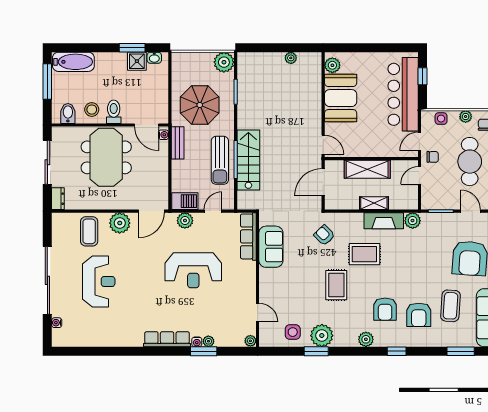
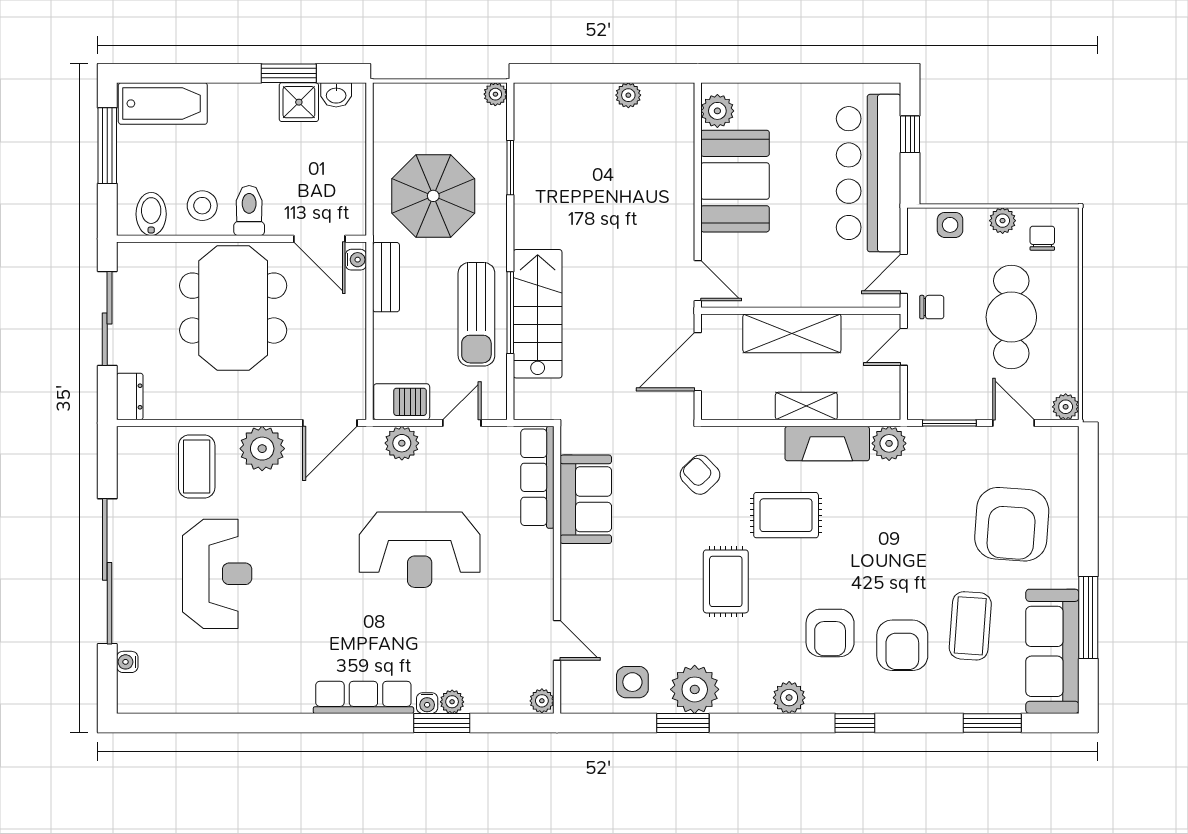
plant: (224, 62) -> (495, 94), width x0.53, depth x0.53

